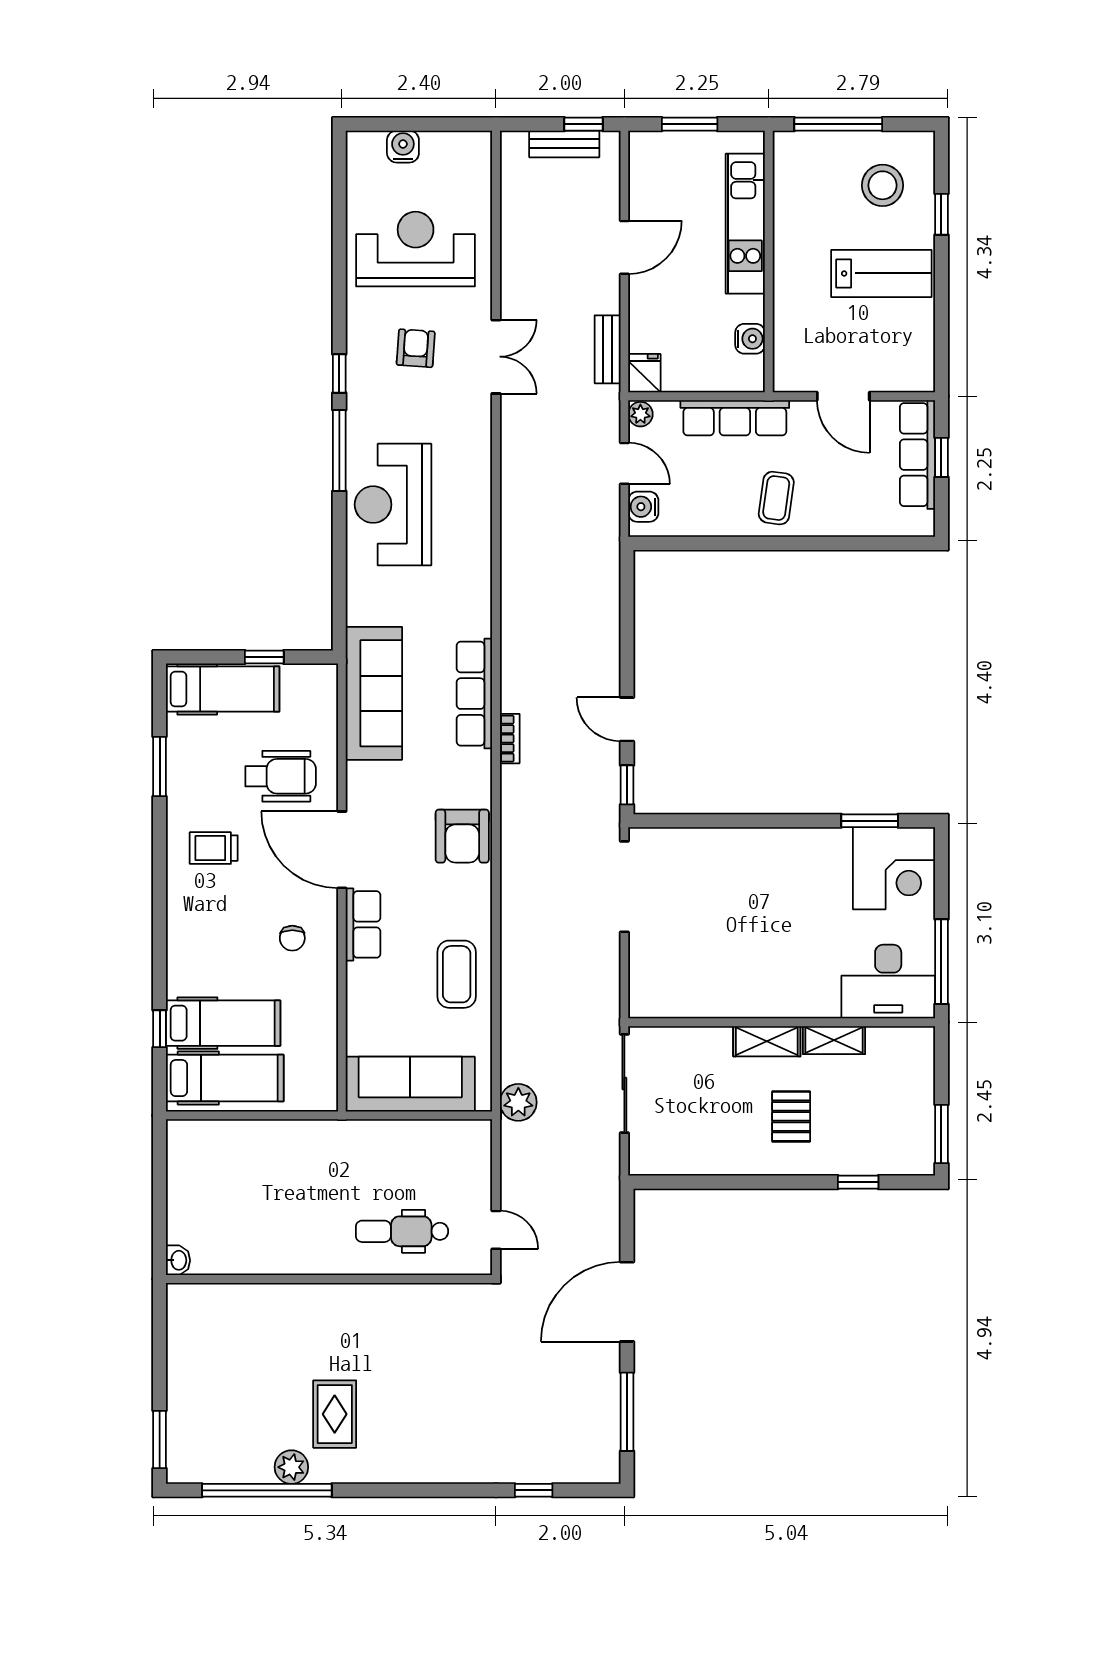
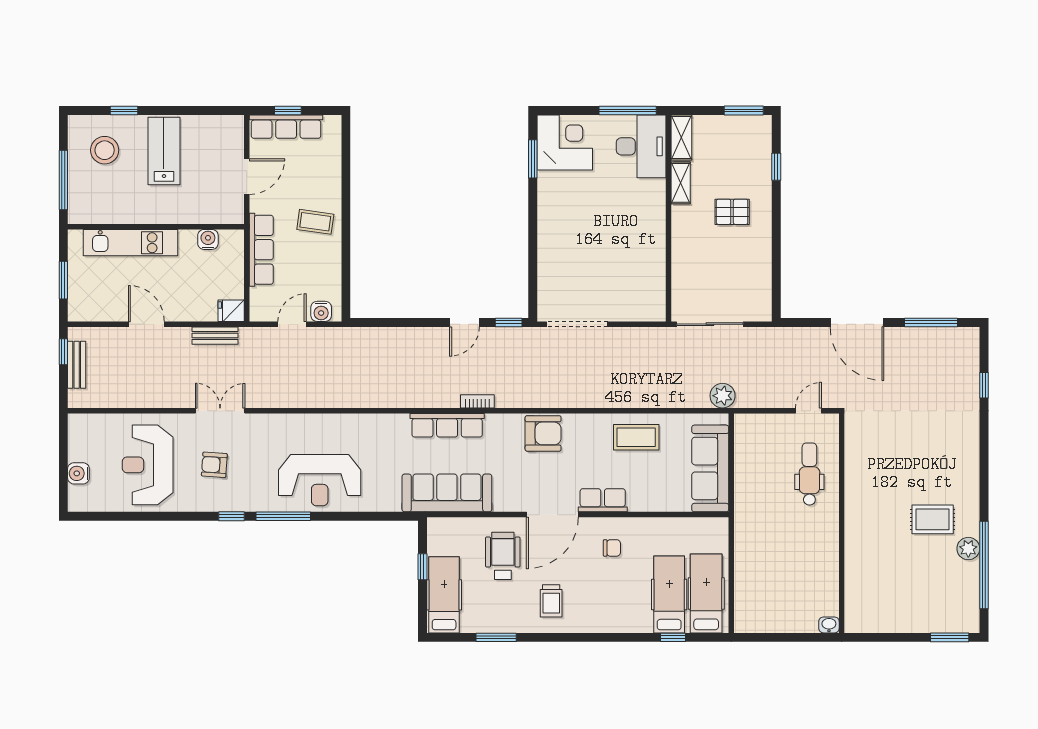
plant: (640, 414) -> (259, 313), removed
shelving: (767, 1041) -> (681, 137), moved
dental chair: (402, 1231) -> (809, 474), turned 180

